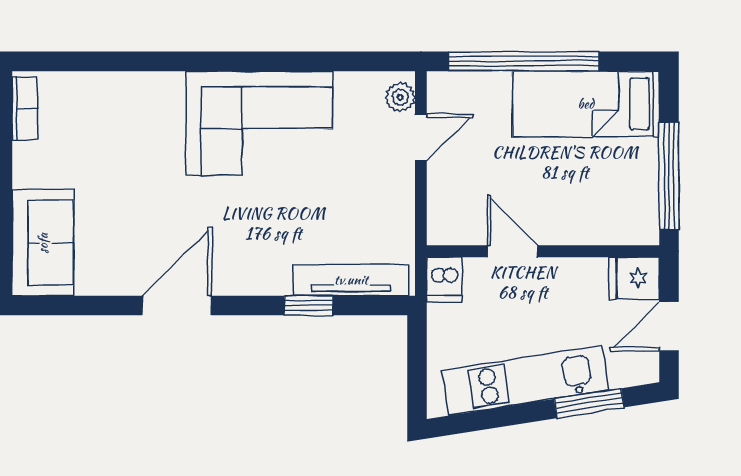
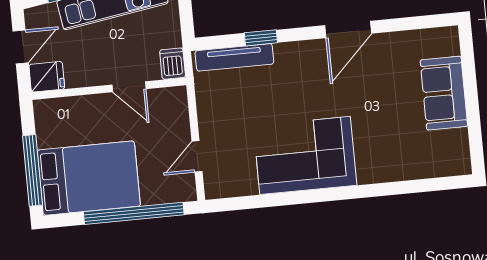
plant: (400, 97) -> (213, 182), removed
bed: (586, 104) -> (89, 178), width x1.50
bookcase: (25, 109) -> (461, 150), removed
window: (669, 176) -> (33, 170), moved
sofa: (43, 243) -> (444, 93), moved

